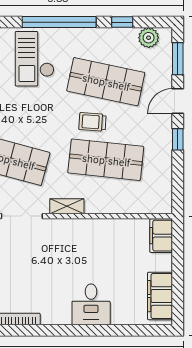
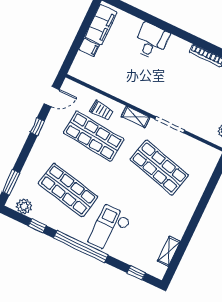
checkout: (35, 59) -> (110, 229), turned 180
door: (178, 101) -> (52, 97), moved
trolley: (92, 122) -> (102, 111), moved
filing cabinet: (161, 236) -> (89, 47), moved, width x0.50

